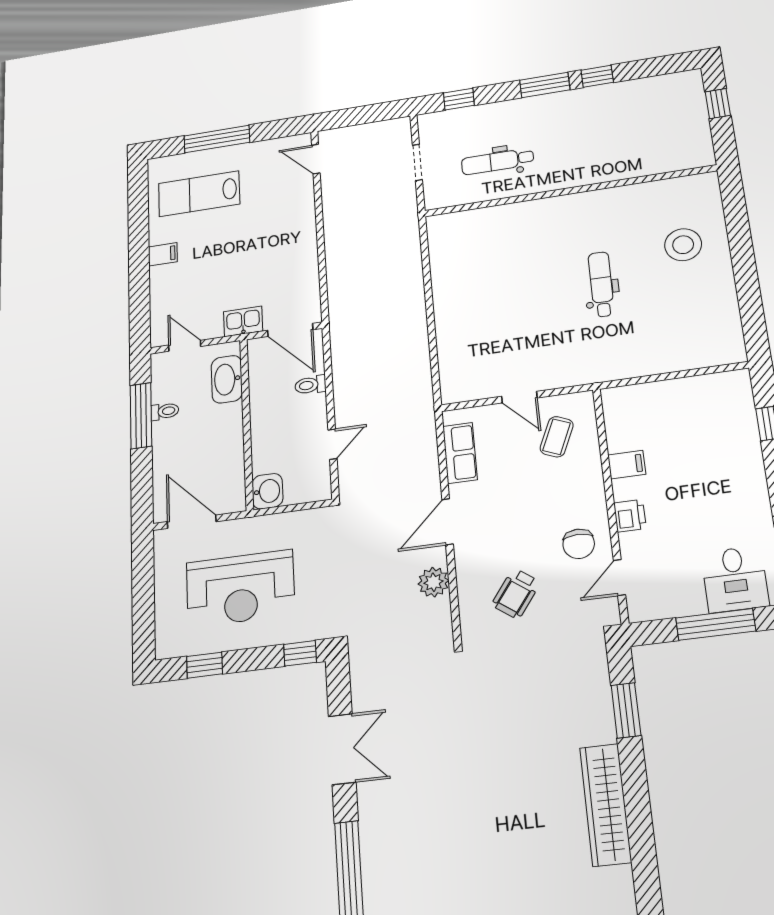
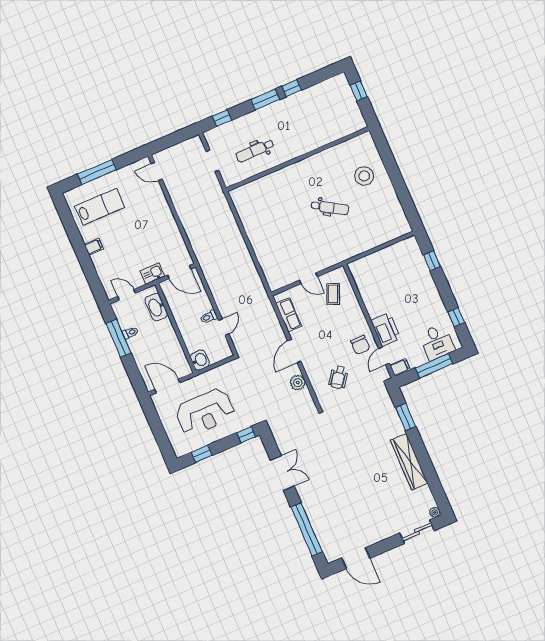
lab bench: (199, 194) -> (100, 207), turned 180
dental chair: (601, 284) -> (330, 208), turned 121
toilet: (310, 385) -> (209, 317), moved
filing cabinet: (627, 465) -> (400, 367), moved
printer: (630, 516) -> (386, 329), width x1.87, depth x1.48

